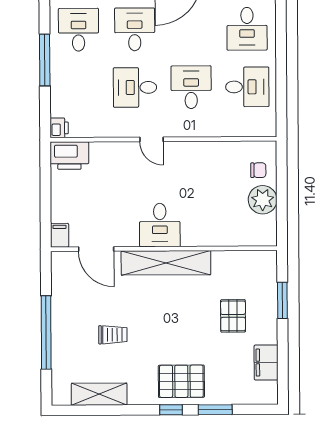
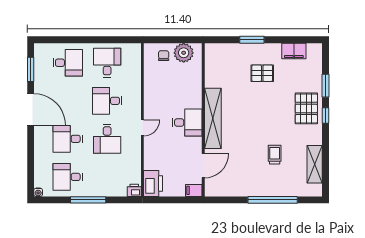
desk: (160, 225) -> (187, 122), moved
filing cabinet: (60, 235) -> (194, 190), moved
door: (96, 249) -> (203, 166), moved
wall: (164, 249) -> (203, 120), moved
shelving: (166, 263) -> (213, 118), moved

